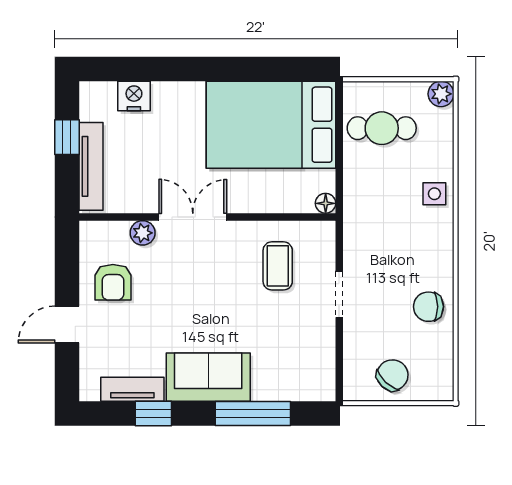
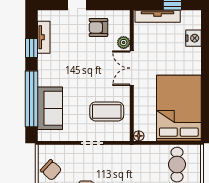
double door: (193, 217) -> (132, 68), swing flipped
coffee table: (278, 266) -> (107, 111), width x1.36, depth x1.30
sofa: (208, 377) -> (50, 108), moved
window: (253, 413) -> (31, 99), width x1.46

